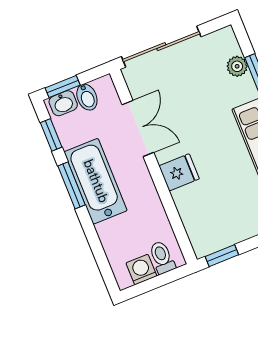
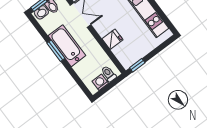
window: (51, 135) -> (40, 29), removed
fridge: (179, 172) -> (112, 39), moved

